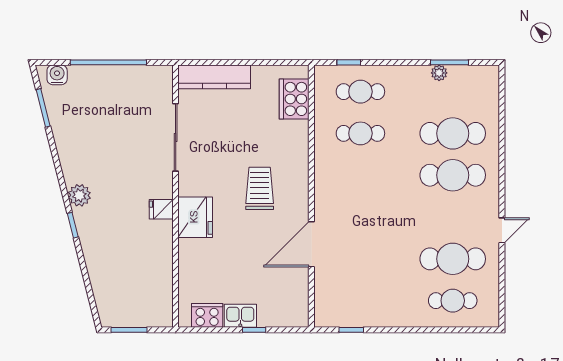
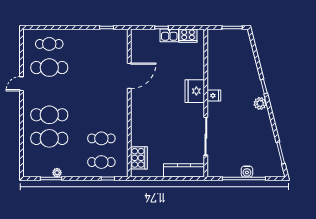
water cooler: (57, 75) -> (247, 172), moved
trolley: (260, 188) -> (158, 107), removed

